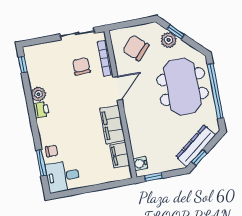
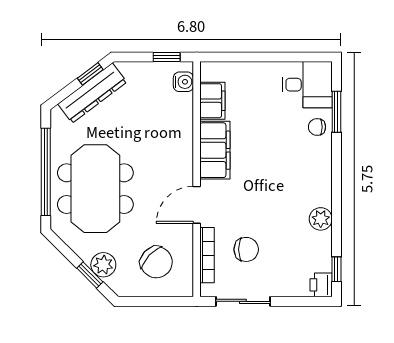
chair: (81, 66) -> (246, 249), turned -90
printer: (41, 110) -> (321, 285), moved

